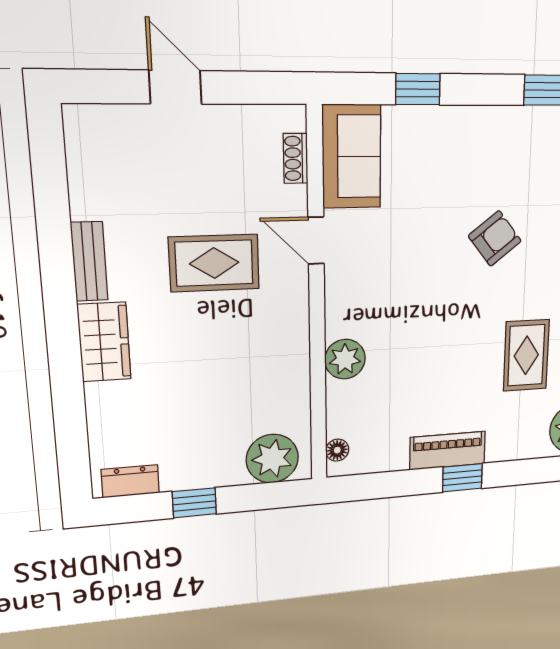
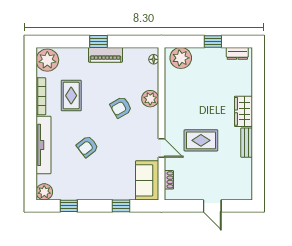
armchair: (415, 335) -> (121, 107), added

